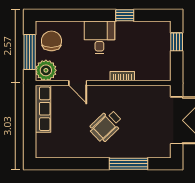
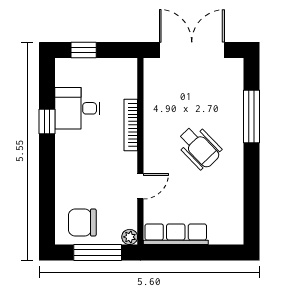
desk: (99, 37) -> (77, 108), moved
plant: (46, 70) -> (130, 237), width x0.53, depth x0.53
bookcase: (122, 76) -> (131, 125), width x1.56

